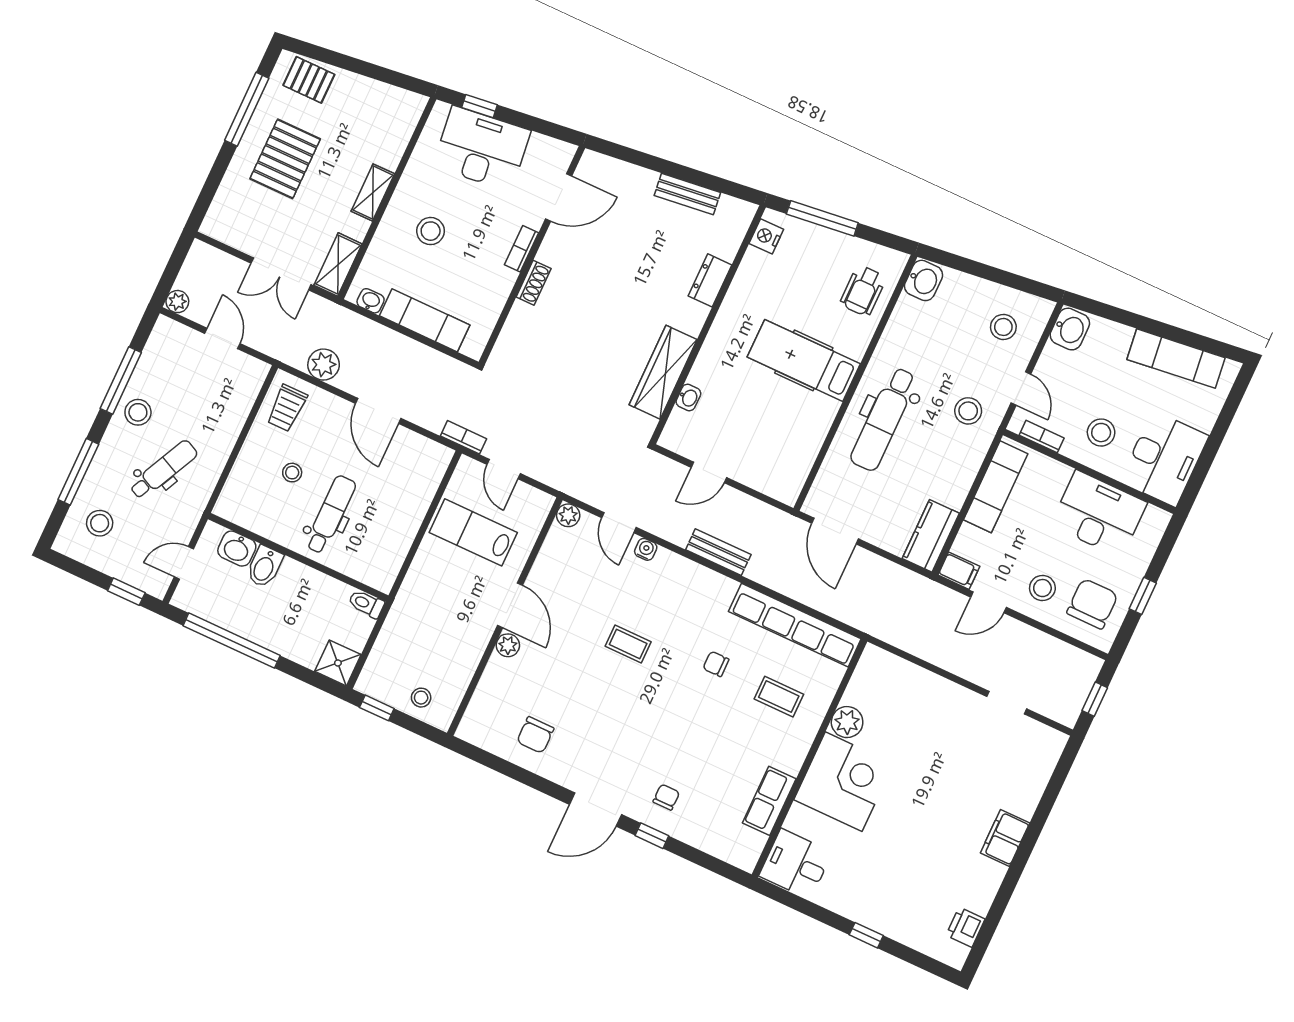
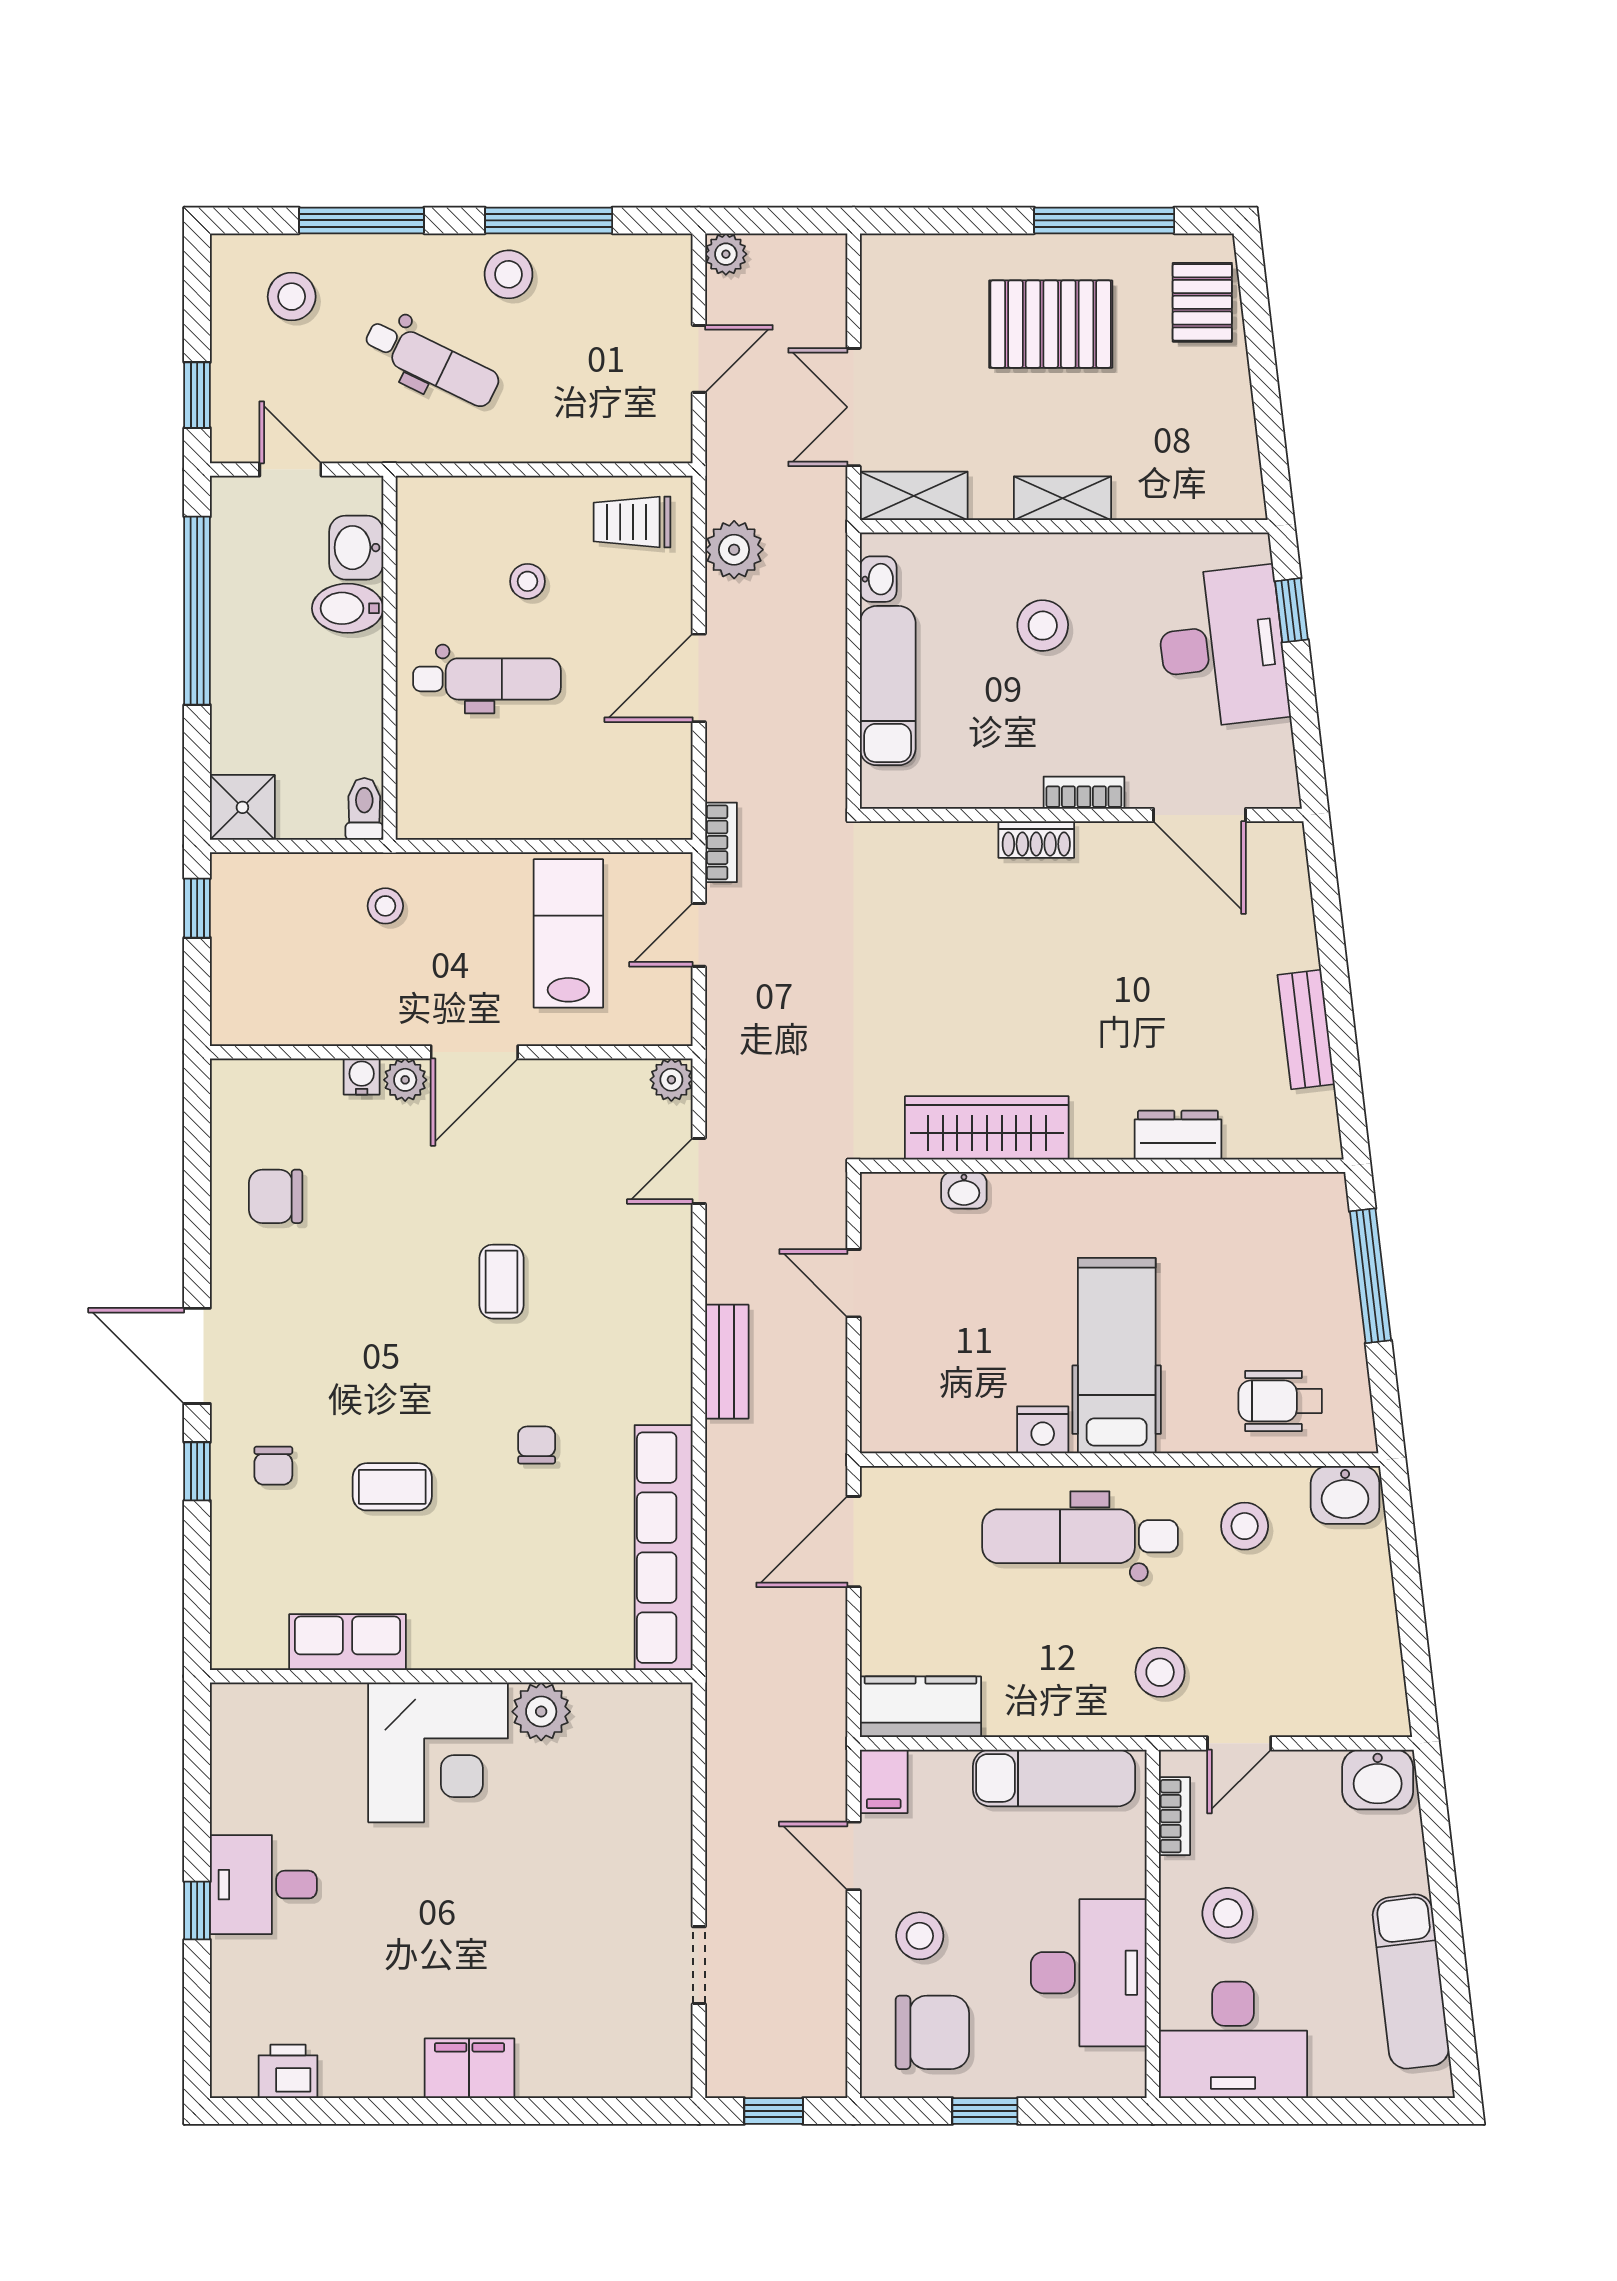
nightstand: (766, 236) -> (1043, 1430), moved, turned 180
stool: (1003, 327) -> (1245, 1526), moved
water cooler: (646, 549) -> (362, 1076), moved, turned -90
coffee table: (779, 697) -> (392, 1487), moved, turned 90
stool: (421, 698) -> (385, 906), moved
chair: (666, 797) -> (273, 1466), turned 90
desk: (796, 864) -> (263, 1885), moved, turned -90

